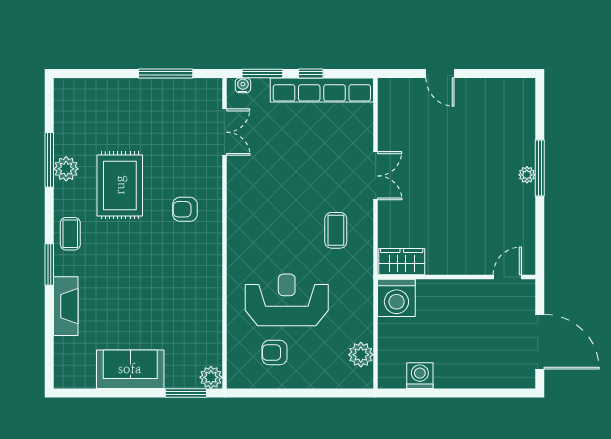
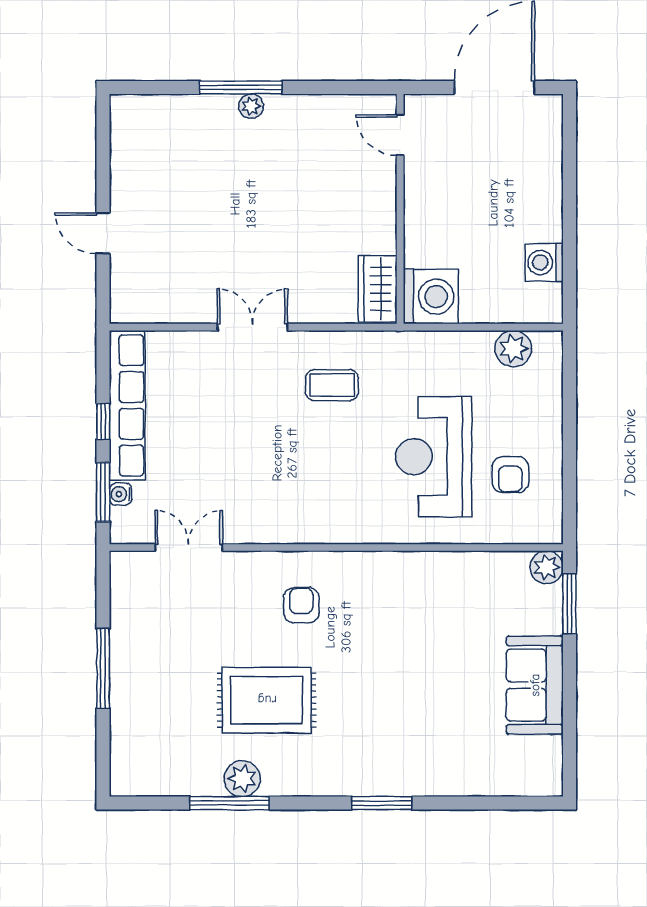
window: (166, 73) -> (103, 668), moved
door: (440, 73) -> (103, 233), swing flipped
water cooler: (243, 85) -> (121, 494), moved
armchair: (185, 209) -> (301, 605), turned 180
coffee table: (70, 234) -> (337, 772), removed
fireplace: (66, 306) -> (443, 779), removed

